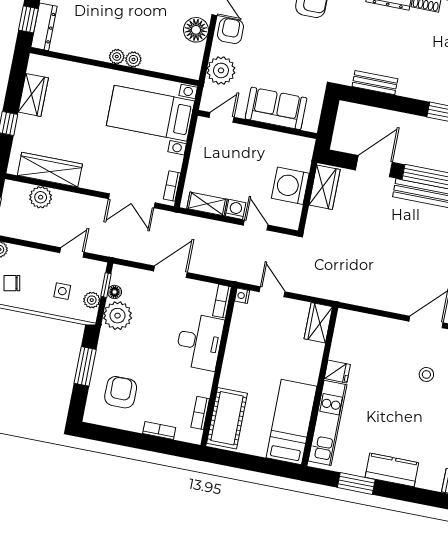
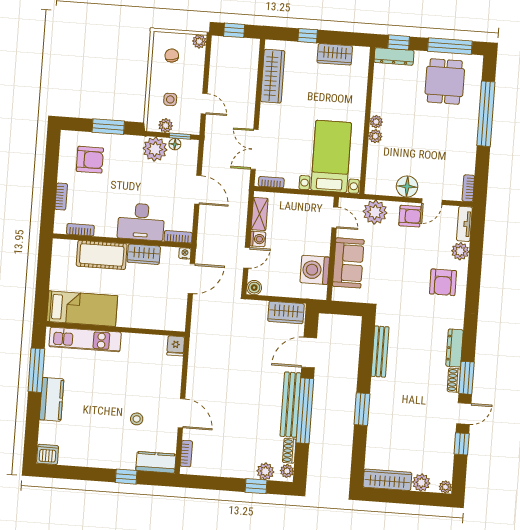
bench: (375, 83) -> (380, 352), width x1.36
door: (374, 166) -> (309, 353), swing flipped
washing machine: (290, 186) -> (315, 270), moved, turned -90
plant: (41, 197) -> (248, 71), removed
boiler: (291, 220) -> (254, 288), added
door: (272, 292) -> (191, 279), width x1.38
wardrobe: (318, 323) -> (144, 254), moved, turned 180
fridge: (337, 371) -> (176, 346), moved
cot: (227, 418) -> (102, 255), moved
window: (356, 483) -> (36, 370), width x1.44

